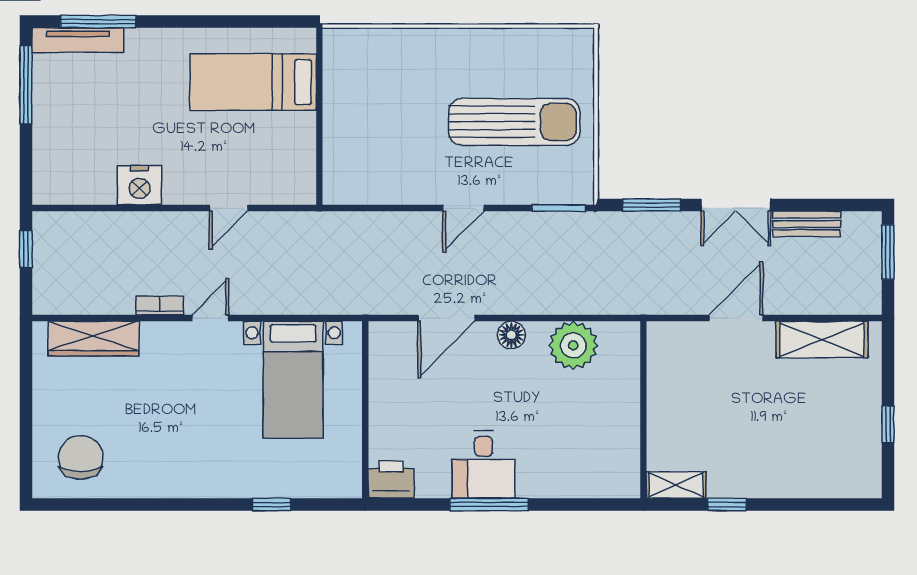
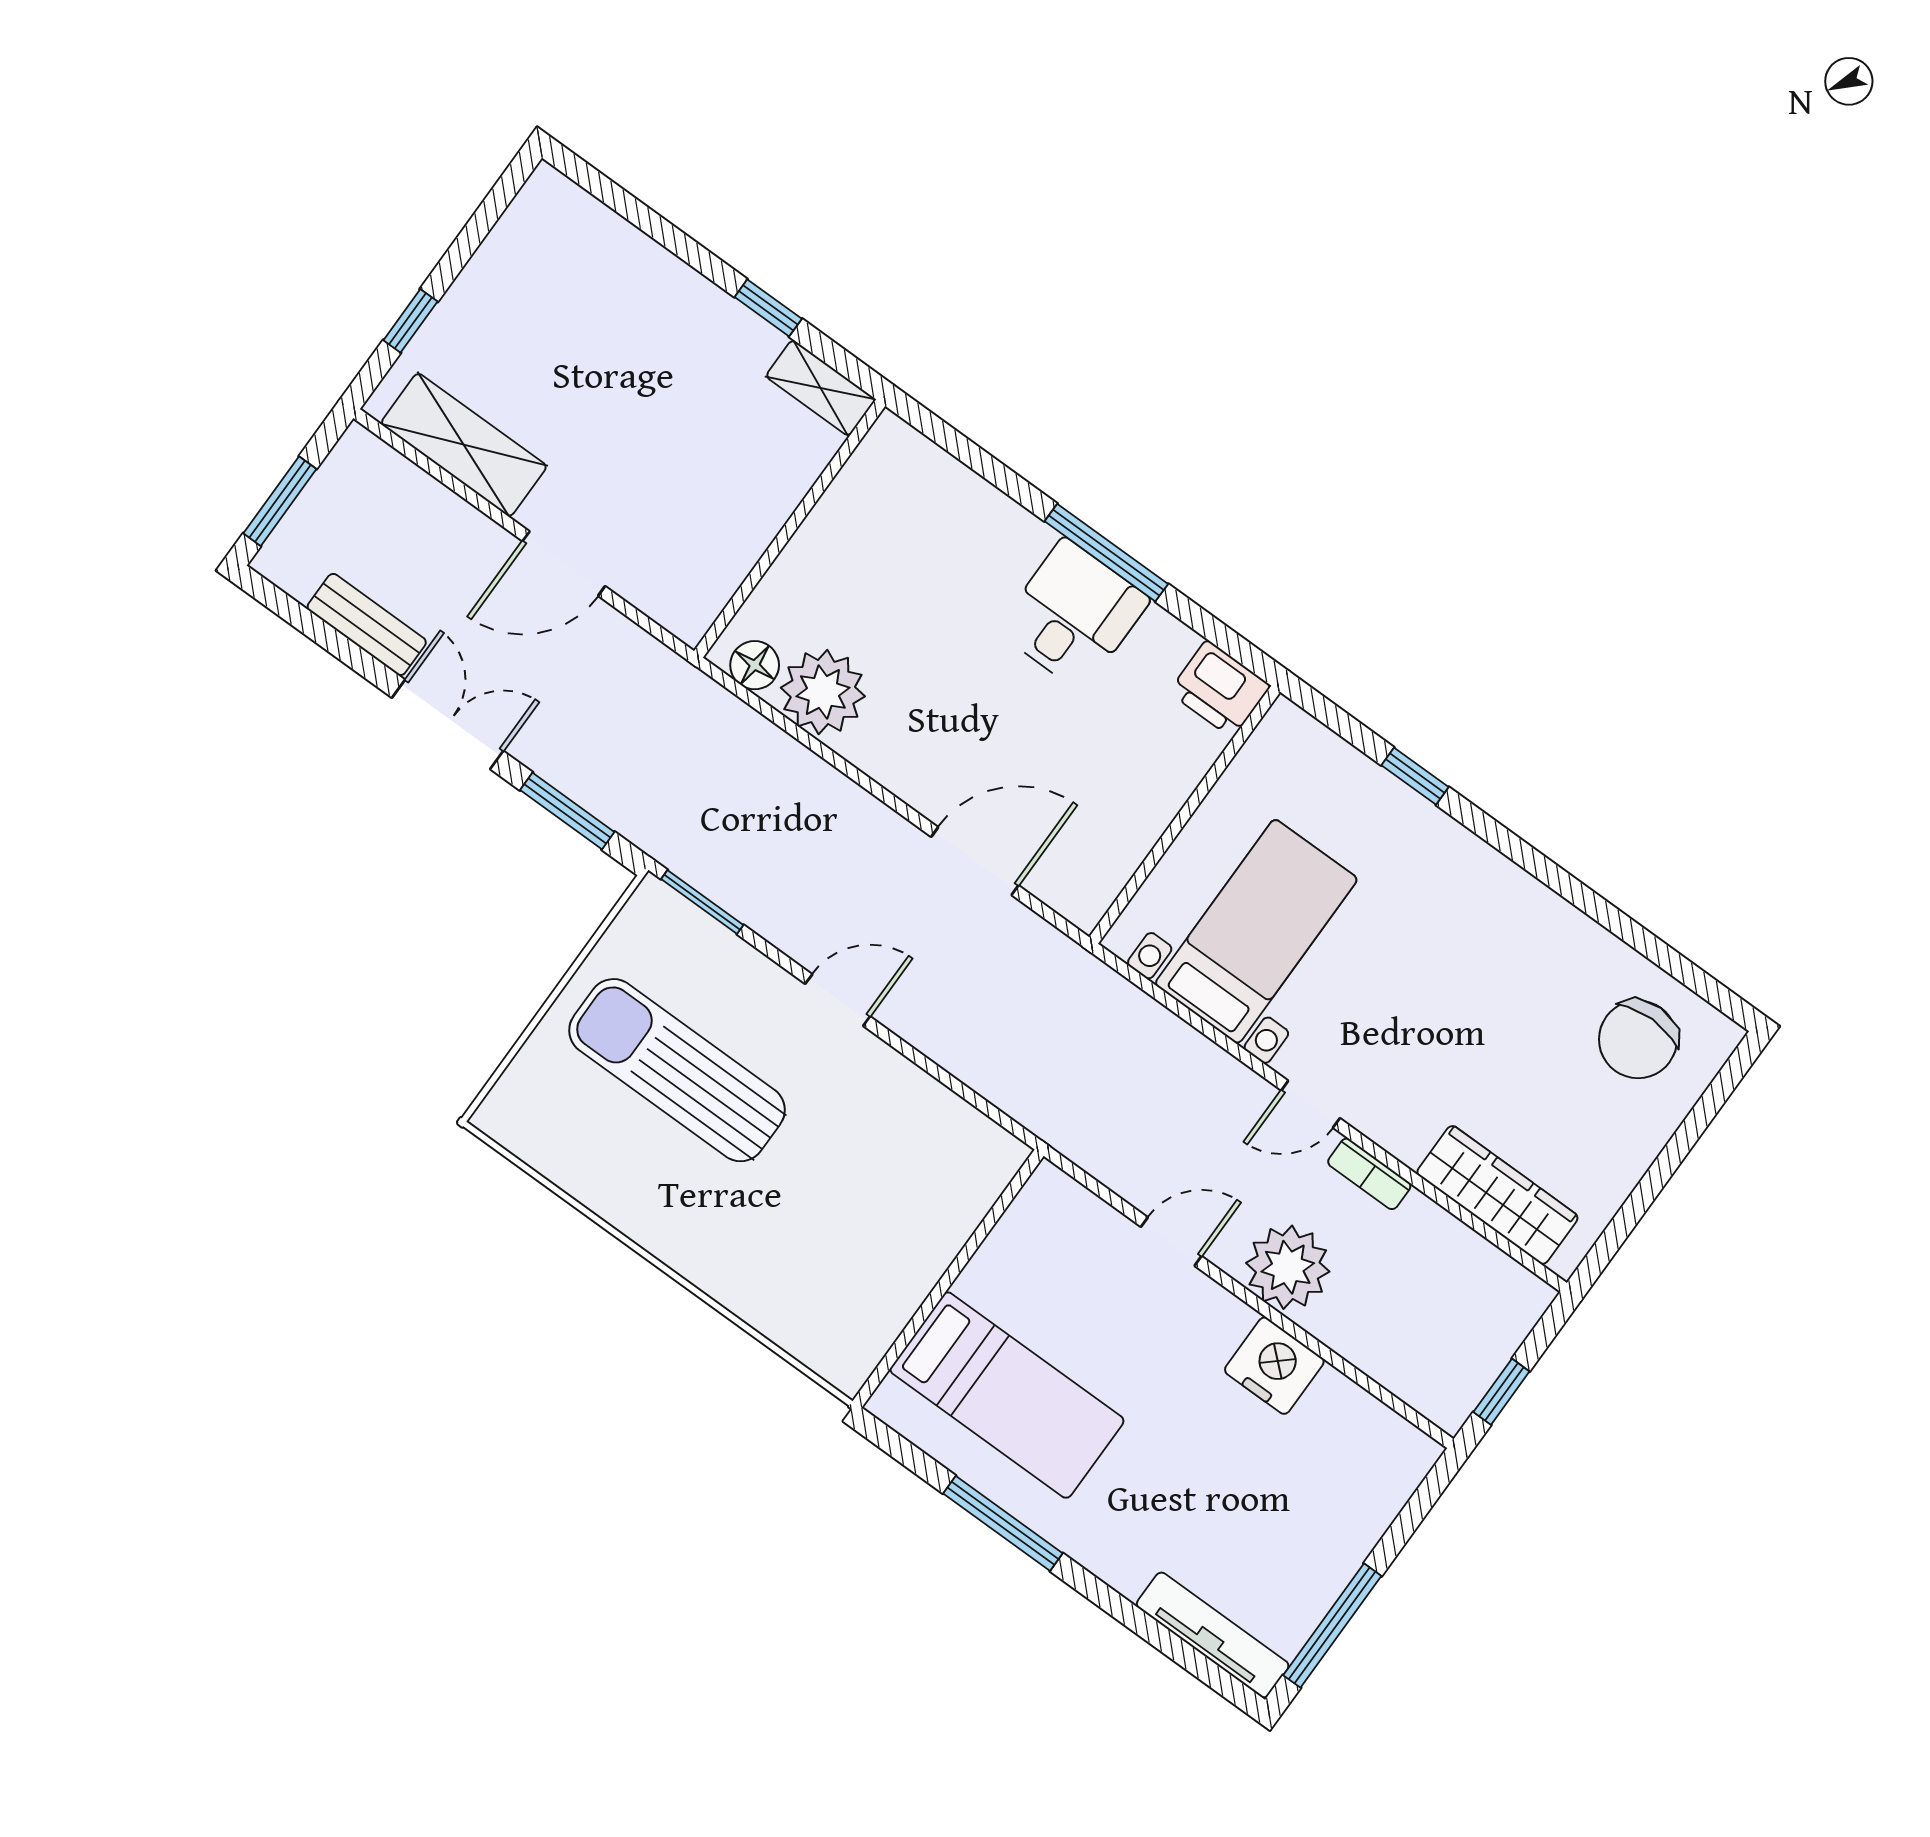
window: (98, 22) -> (1003, 1523), moved
plant: (166, 235) -> (1288, 1267), added
floor lamp: (511, 335) -> (755, 665), moved
window: (888, 424) -> (410, 321), moved

